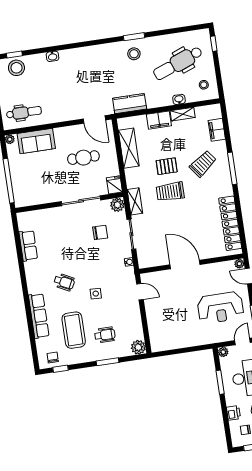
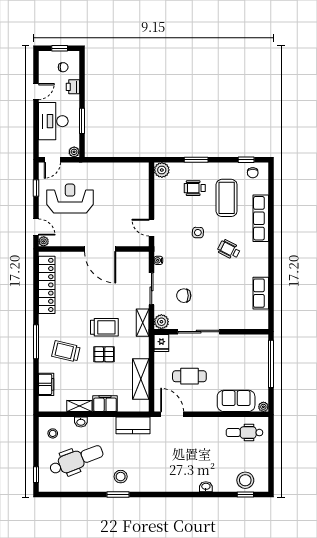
trolley: (203, 164) -> (66, 351), turned 50

